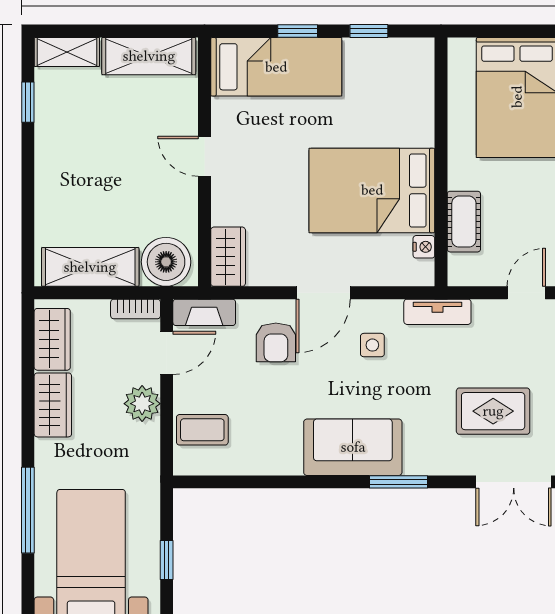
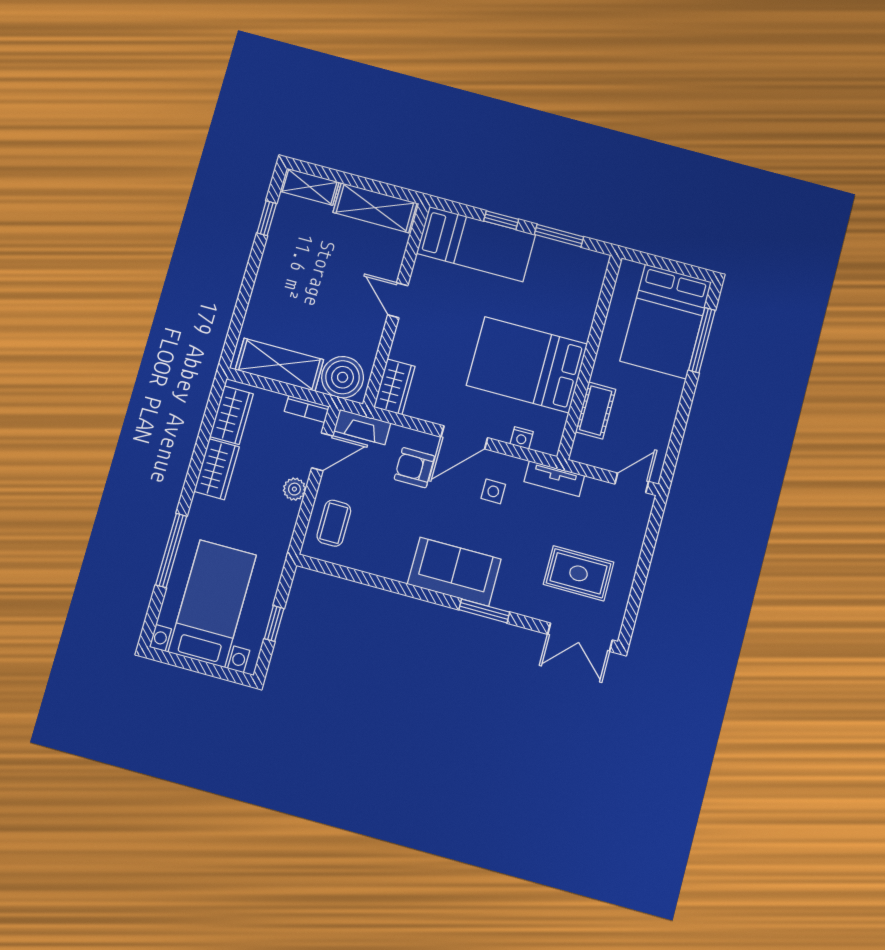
window: (369, 31) -> (559, 236), width x1.50
nightstand: (424, 247) -> (522, 438), moved, turned 90
armchair: (276, 342) -> (414, 468), turned 90
plant: (142, 404) -> (294, 489), width x0.73, depth x0.73
coffee table: (202, 430) -> (334, 523), turned 90

